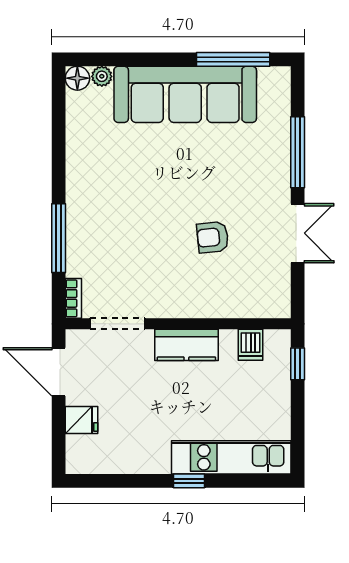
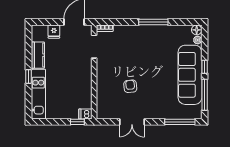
window: (166, 59) -> (205, 67), added
window: (298, 152) -> (180, 122), moved
window: (59, 238) -> (153, 22), moved
kitchen counter: (186, 345) -> (38, 55), moved, turned 180
dishwasher: (251, 345) -> (85, 114), moved

